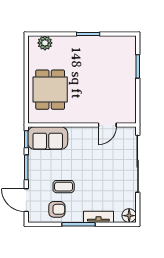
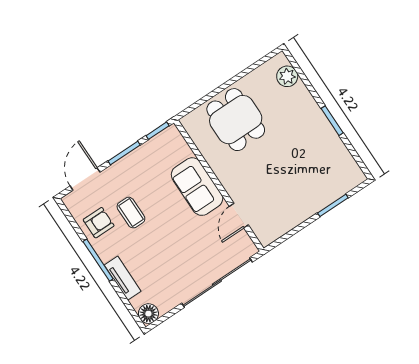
dining table: (50, 90) -> (236, 120), turned 90
door: (107, 125) -> (239, 216), hinge flipped
sofa: (48, 138) -> (197, 187), moved
armchair: (57, 209) -> (99, 223), turned -90

